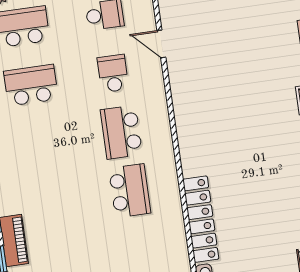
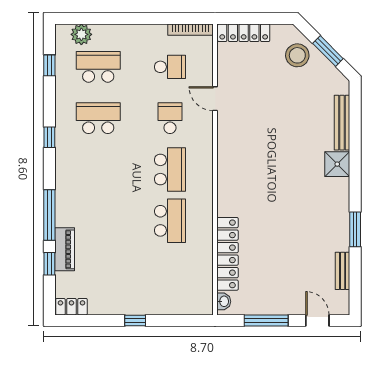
school desk: (121, 132) -> (170, 169), turned 180

